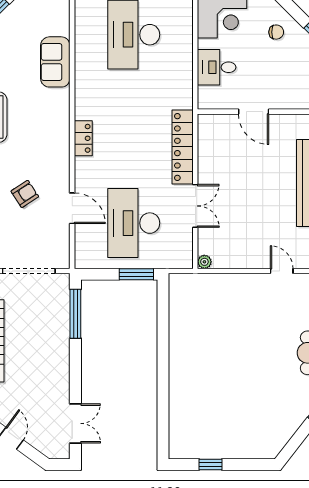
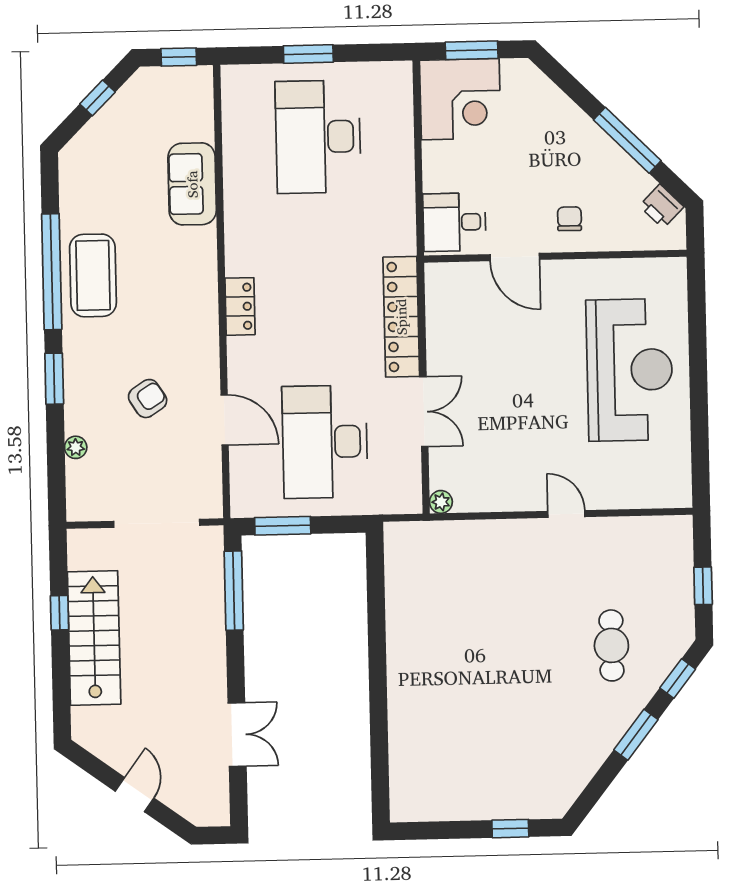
chair: (276, 32) -> (569, 219), moved, turned -90
desk: (217, 67) -> (454, 222), moved
window: (136, 274) -> (283, 526), moved
double door: (75, 423) -> (237, 735), moved
window: (211, 464) -> (510, 829), moved

